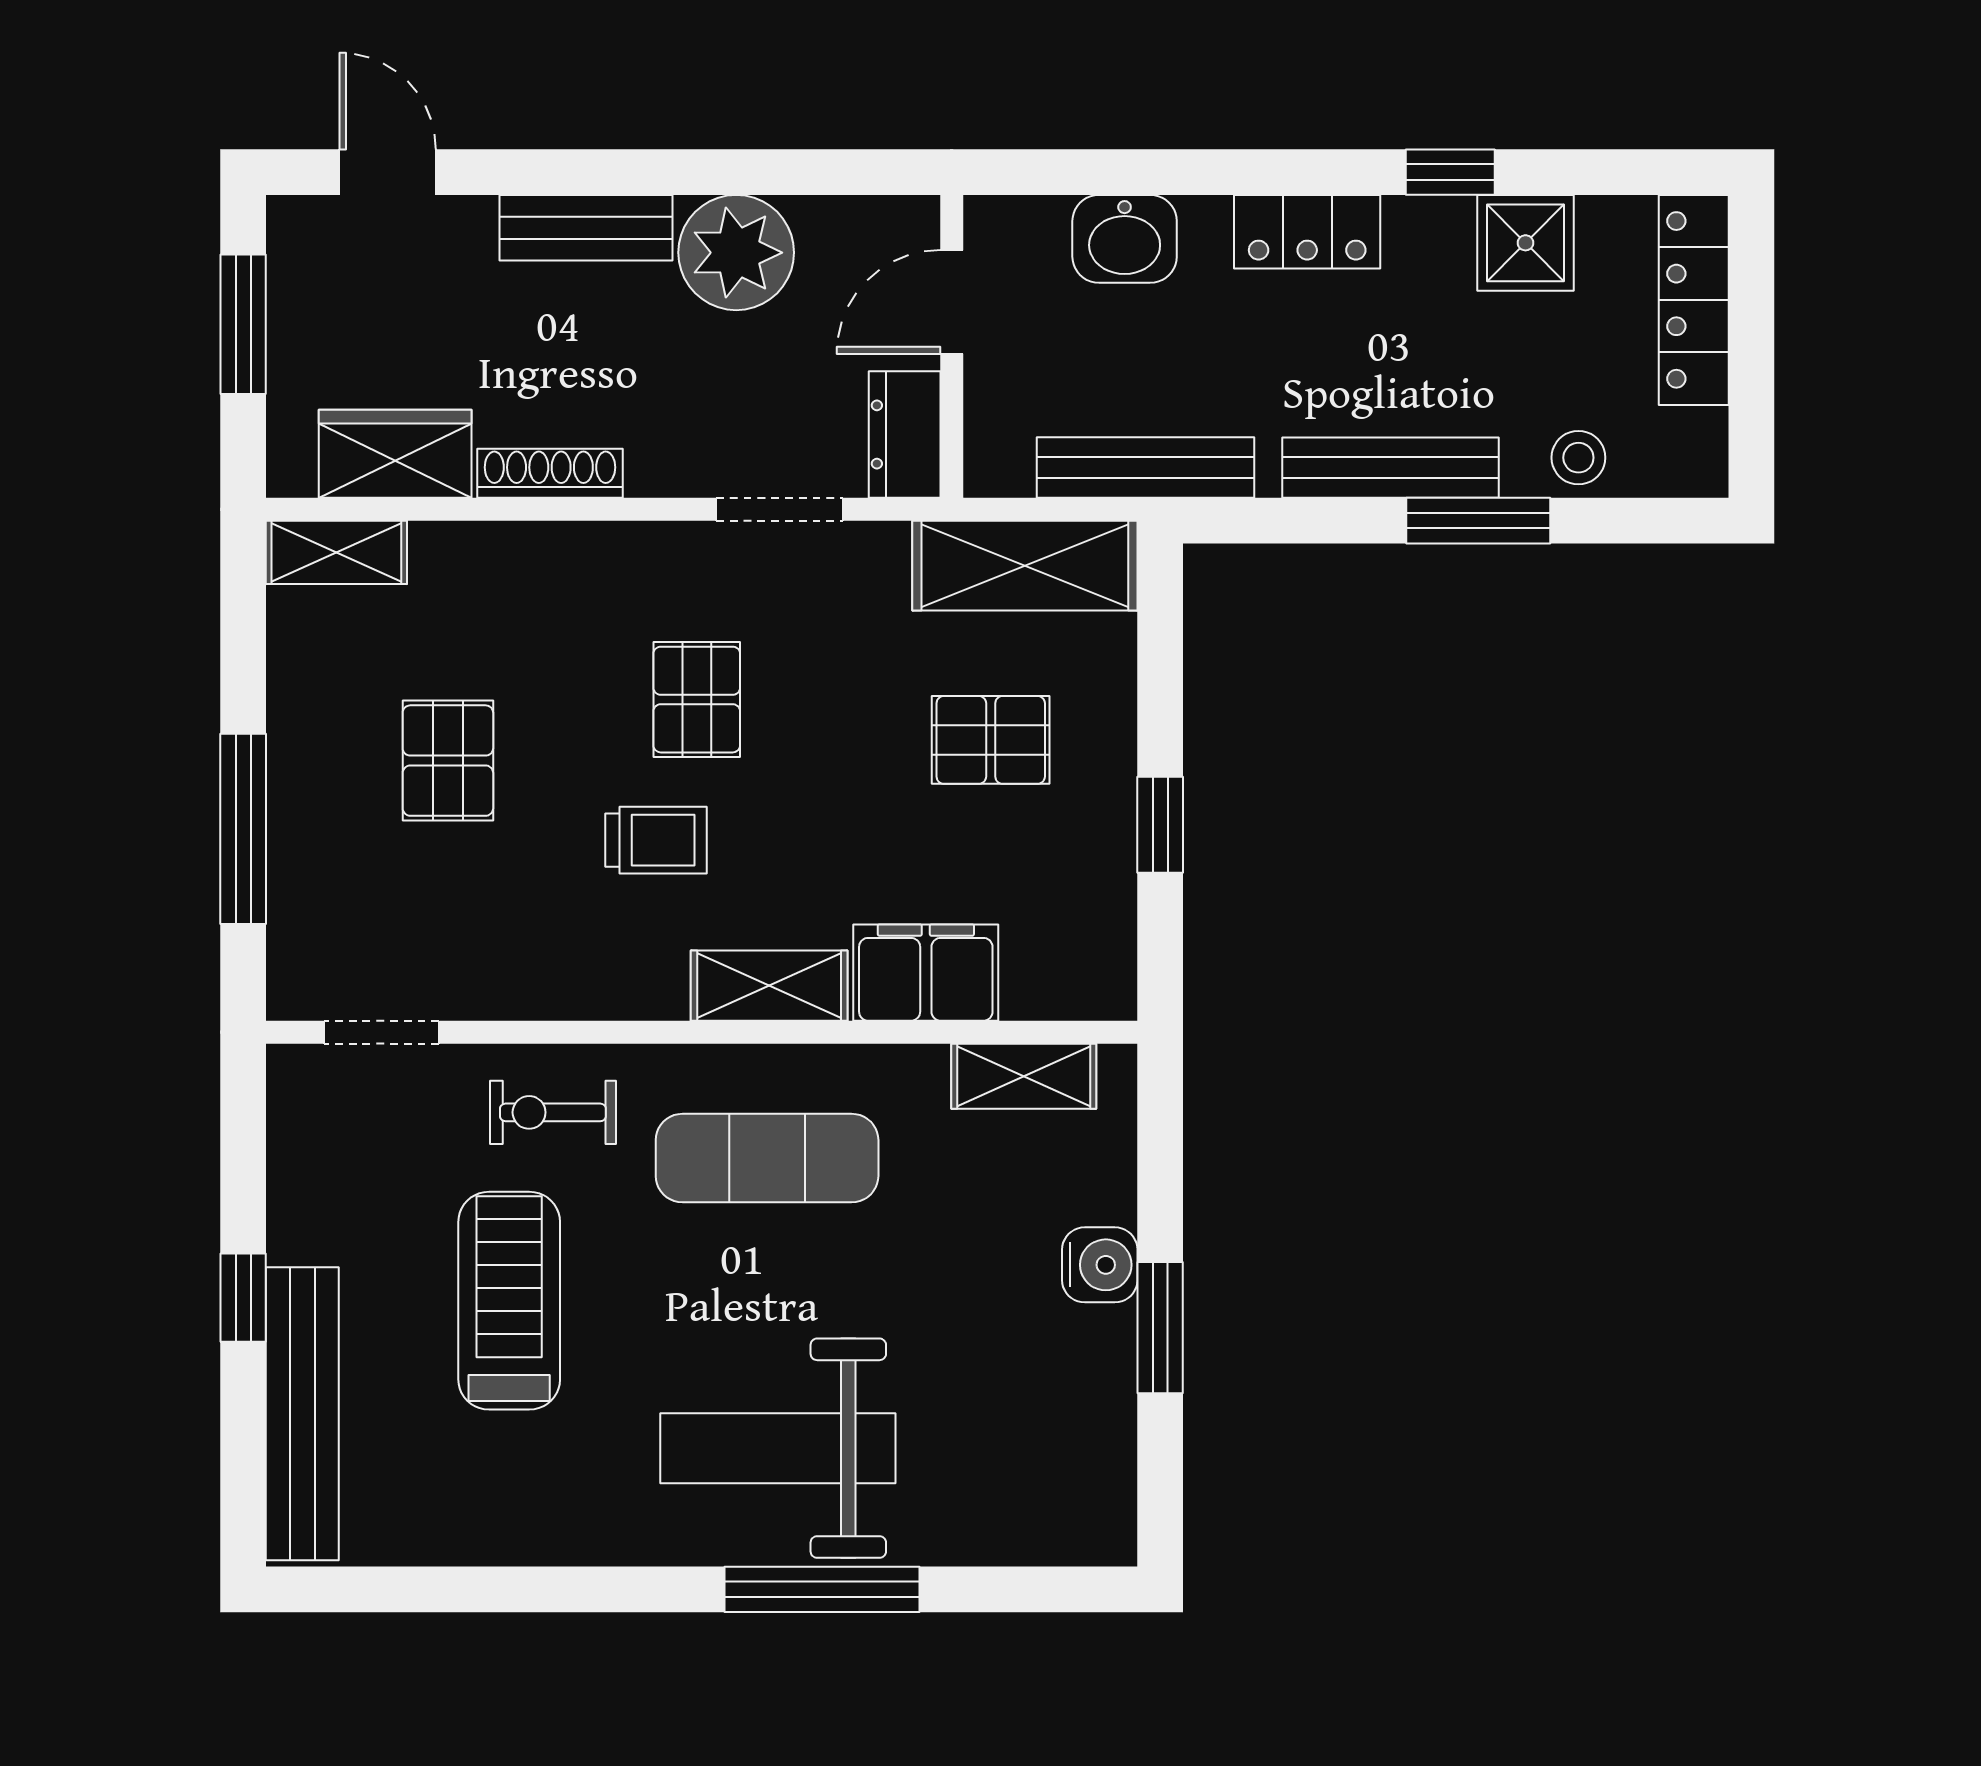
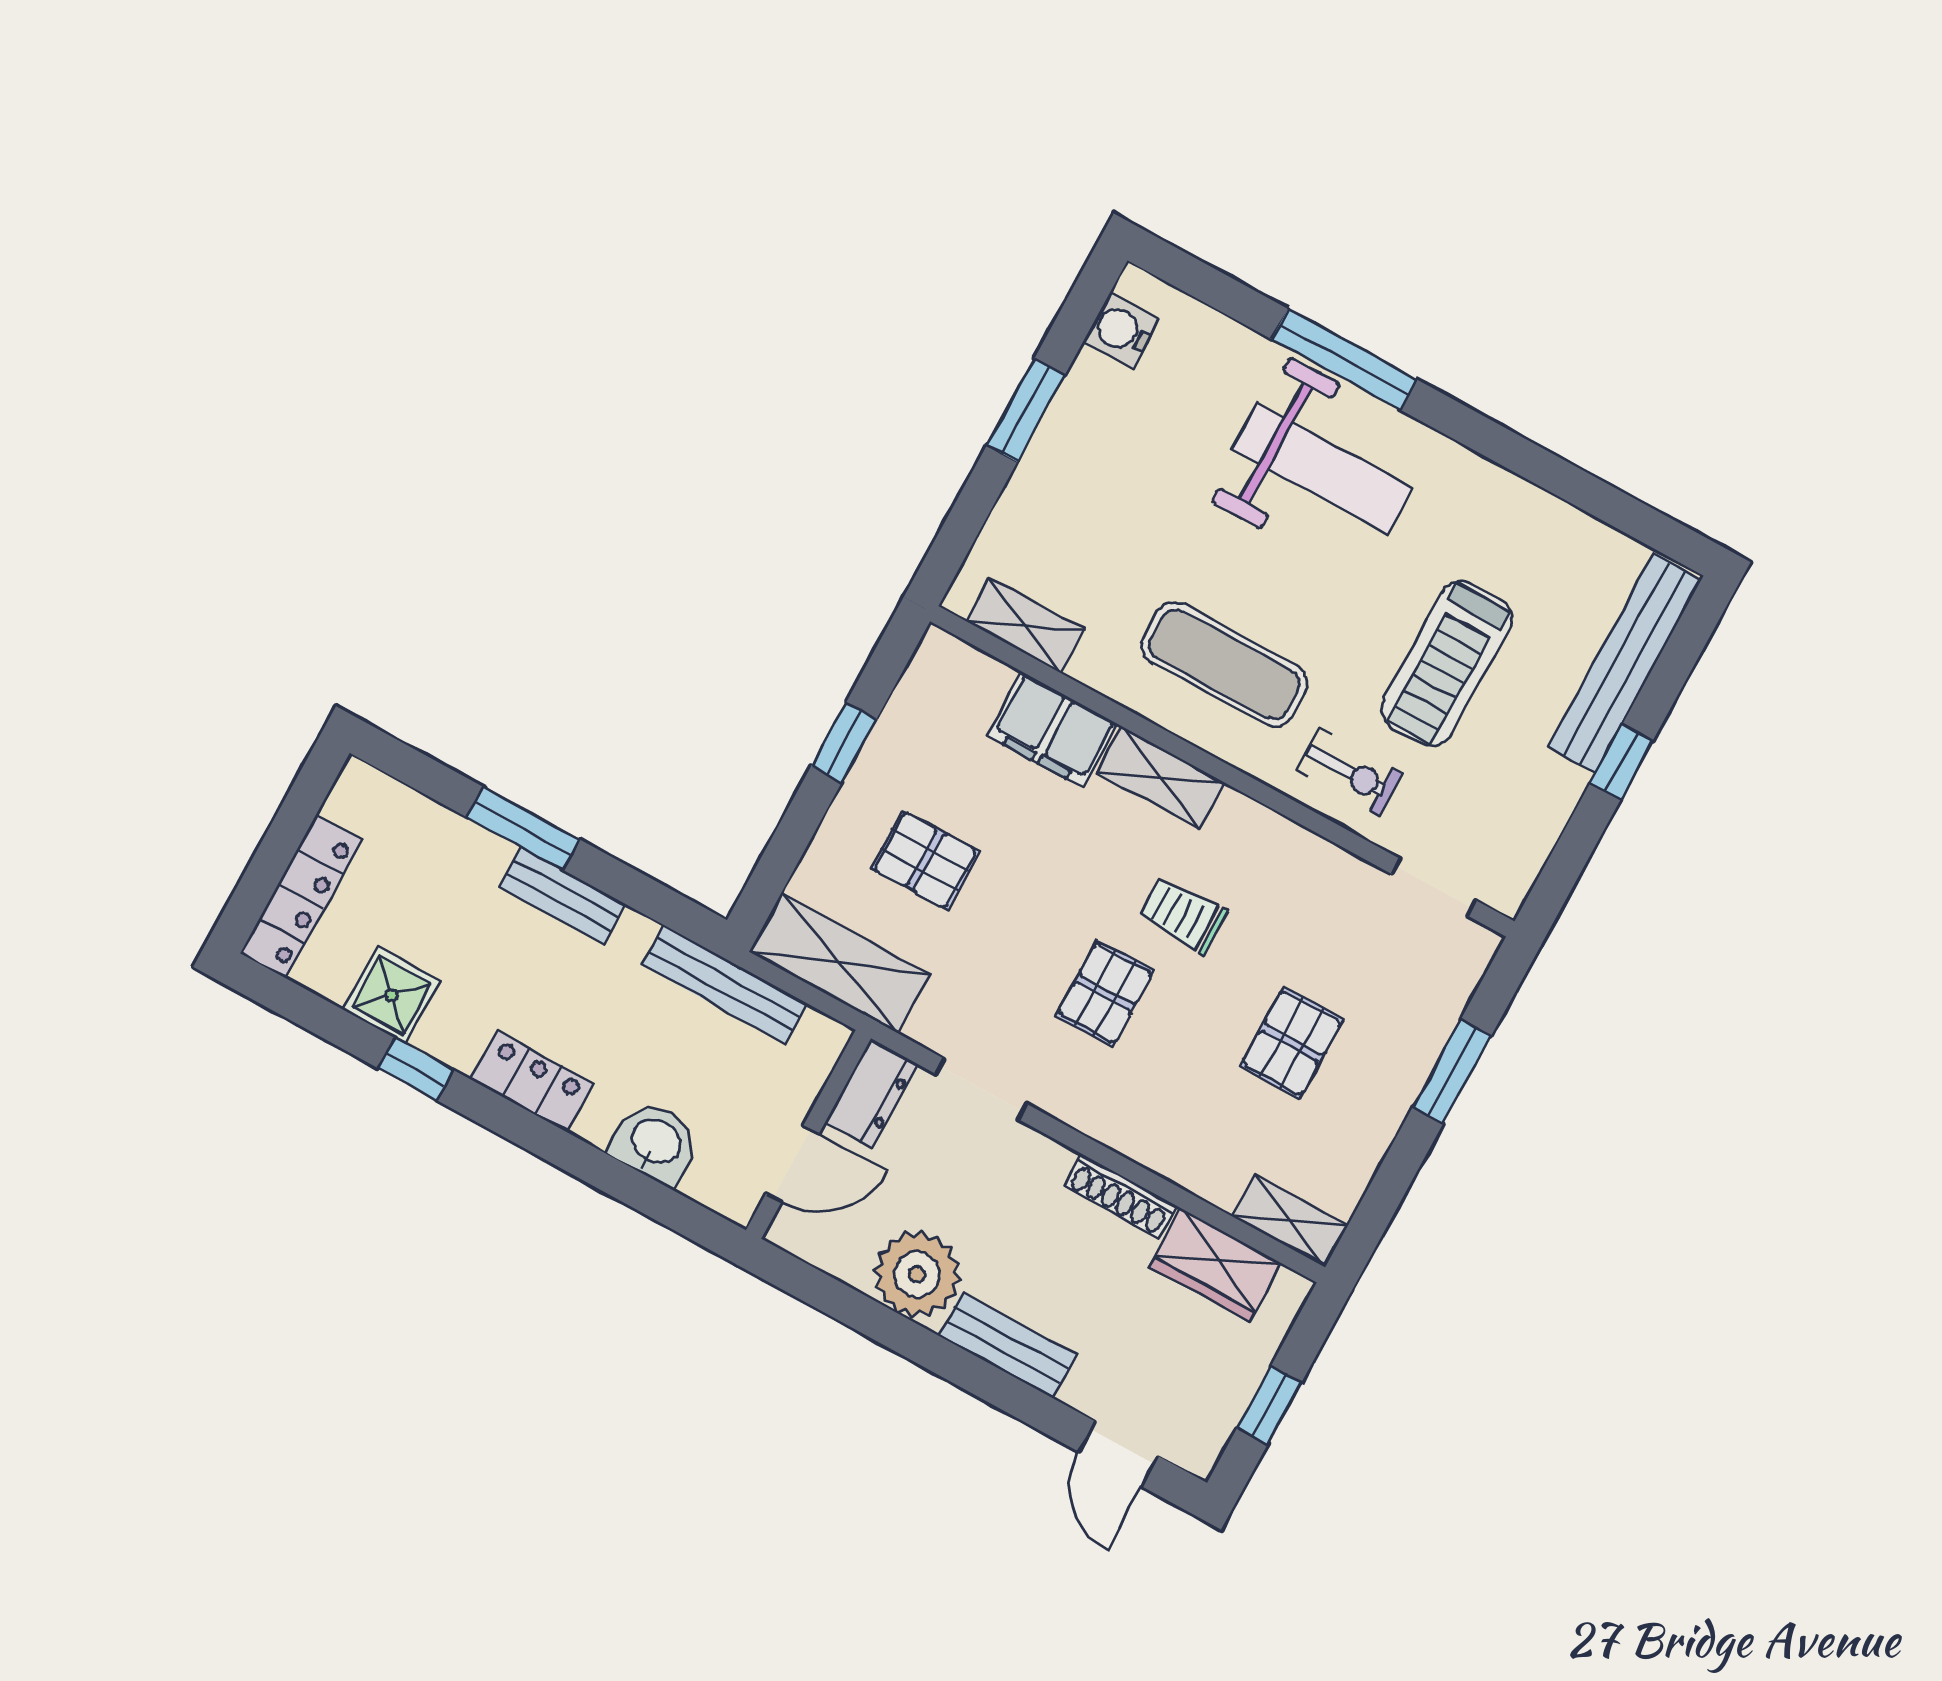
window: (243, 324) -> (1269, 1405), width x0.67
stool: (1578, 458) -> (434, 834), removed
bench: (1390, 468) -> (562, 895), width x0.73
window: (243, 829) -> (1452, 1072), width x0.69
water cooler: (1100, 1265) -> (1121, 330), moved

